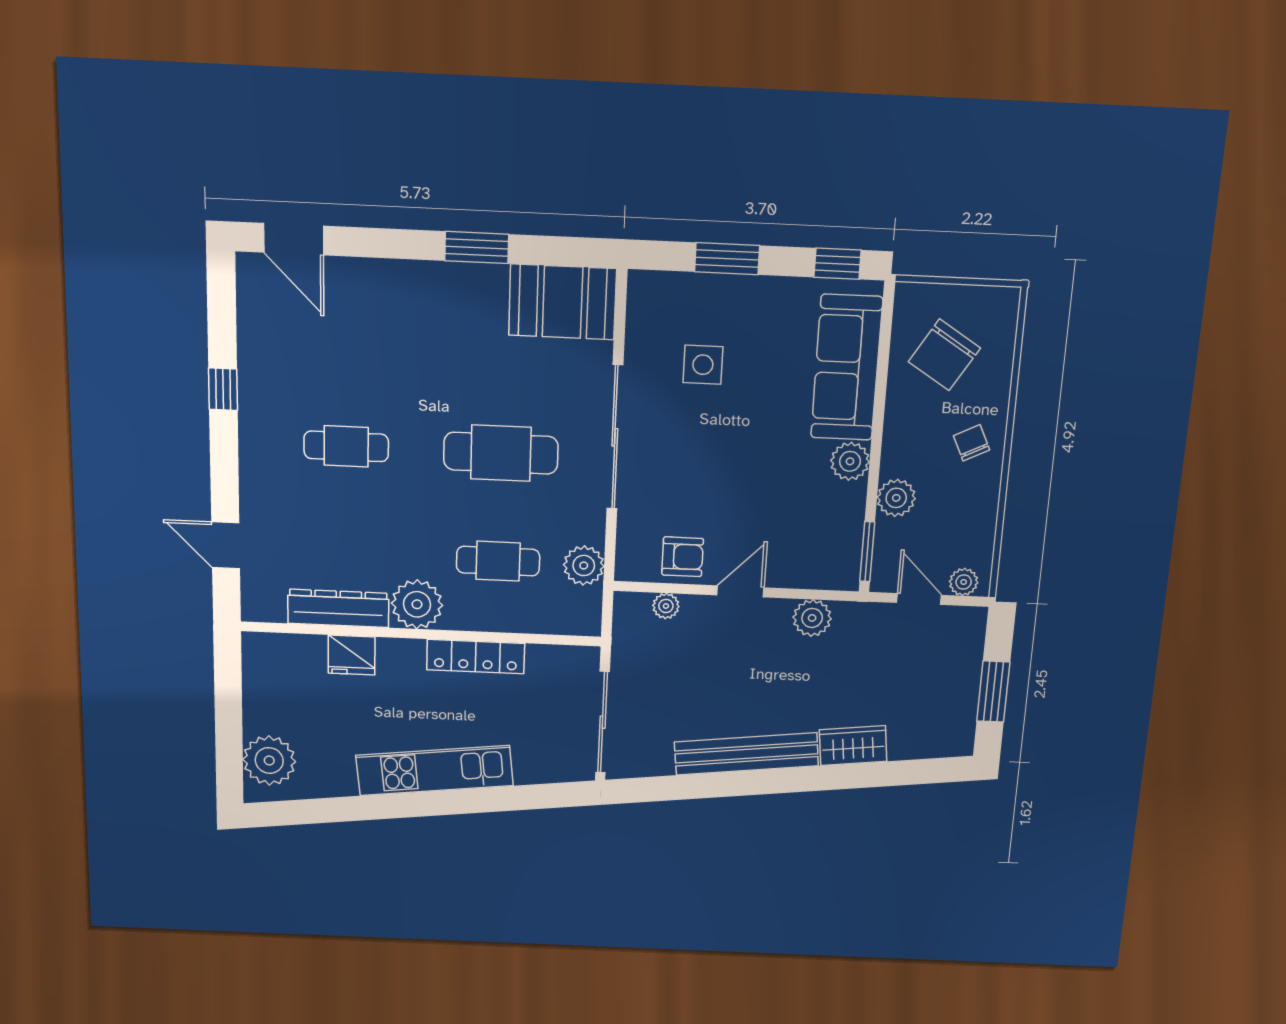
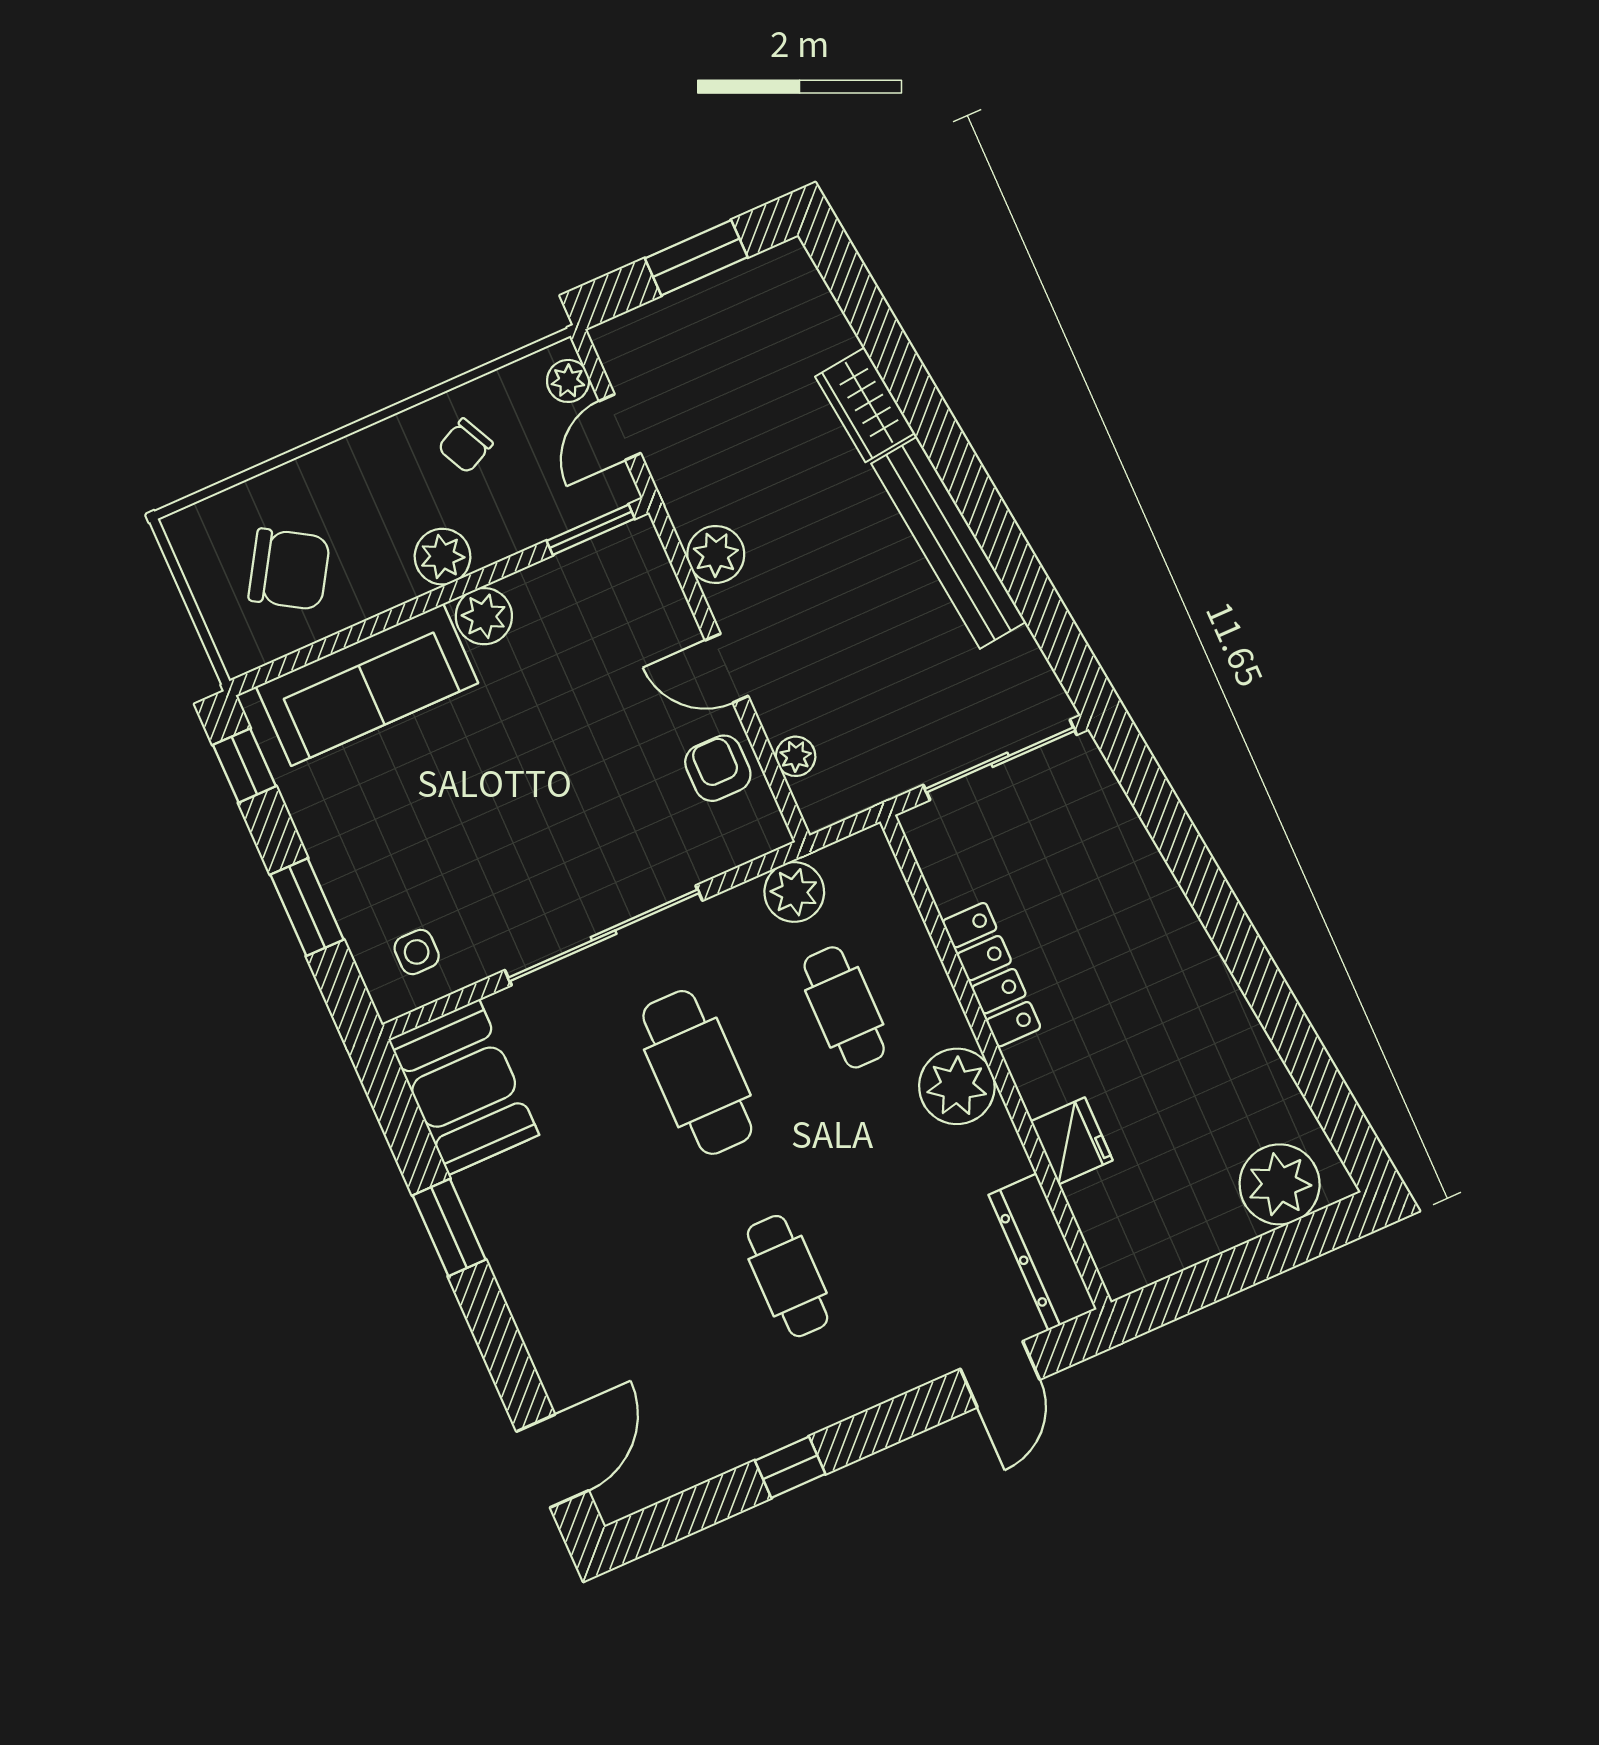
side table: (703, 365) -> (417, 952), moved, width x0.73, depth x0.73
chair: (971, 443) -> (465, 446), moved
plant: (896, 498) -> (442, 557), moved
dresser: (338, 608) -> (1043, 1252), moved
kitchen unit: (435, 770) -> (1183, 954), removed

